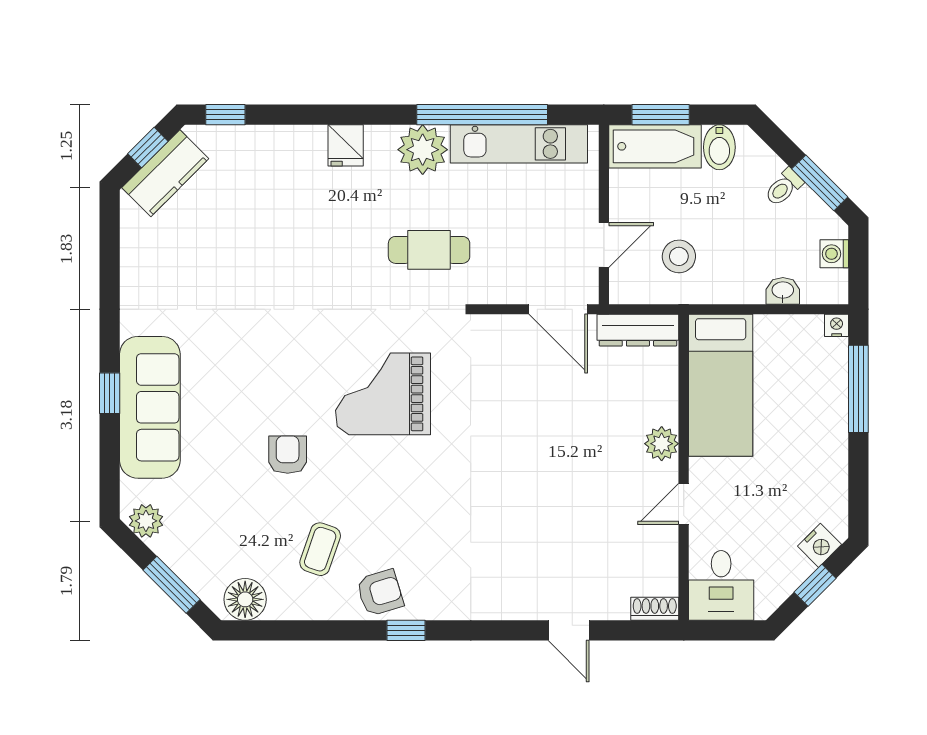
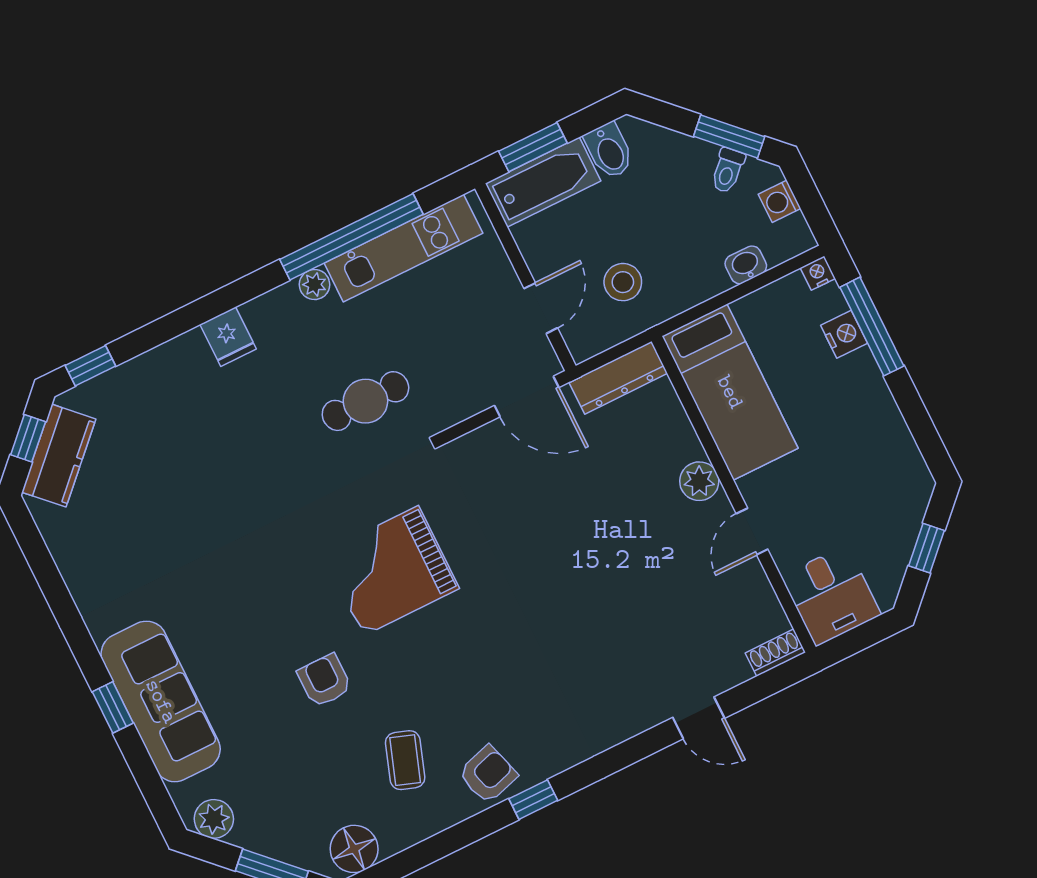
plant: (423, 150) -> (314, 285), width x0.53, depth x0.53
toilet: (784, 187) -> (728, 170), moved
nightstand: (820, 545) -> (844, 334), moved, turned -45

